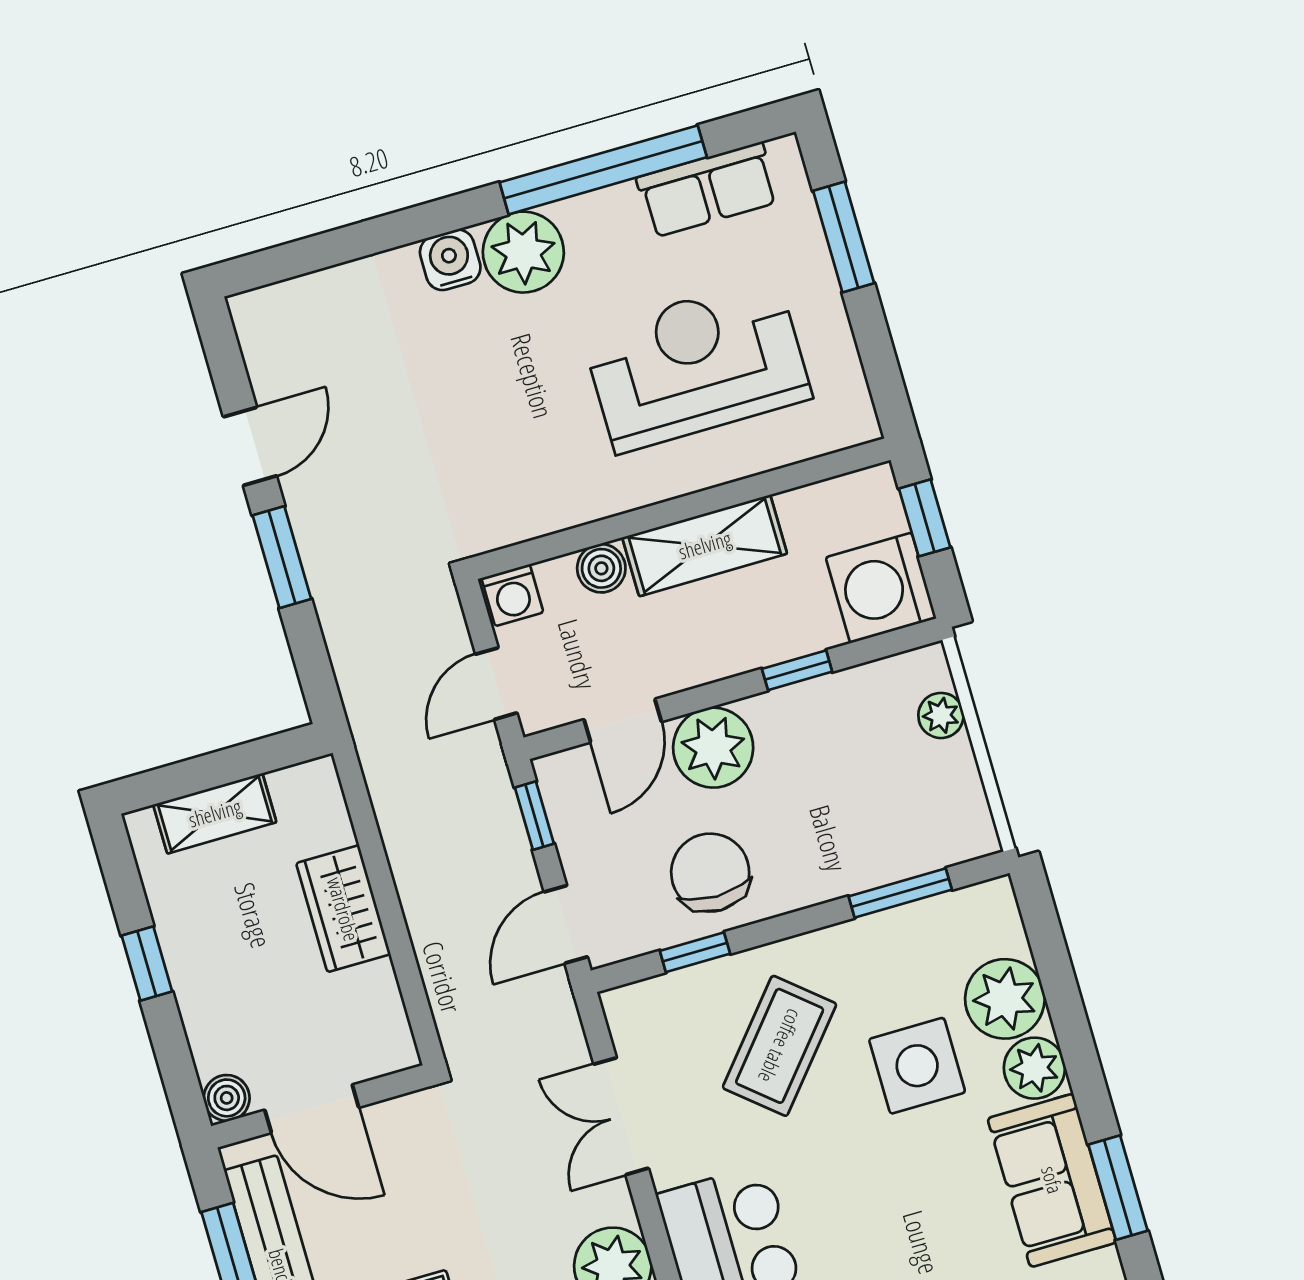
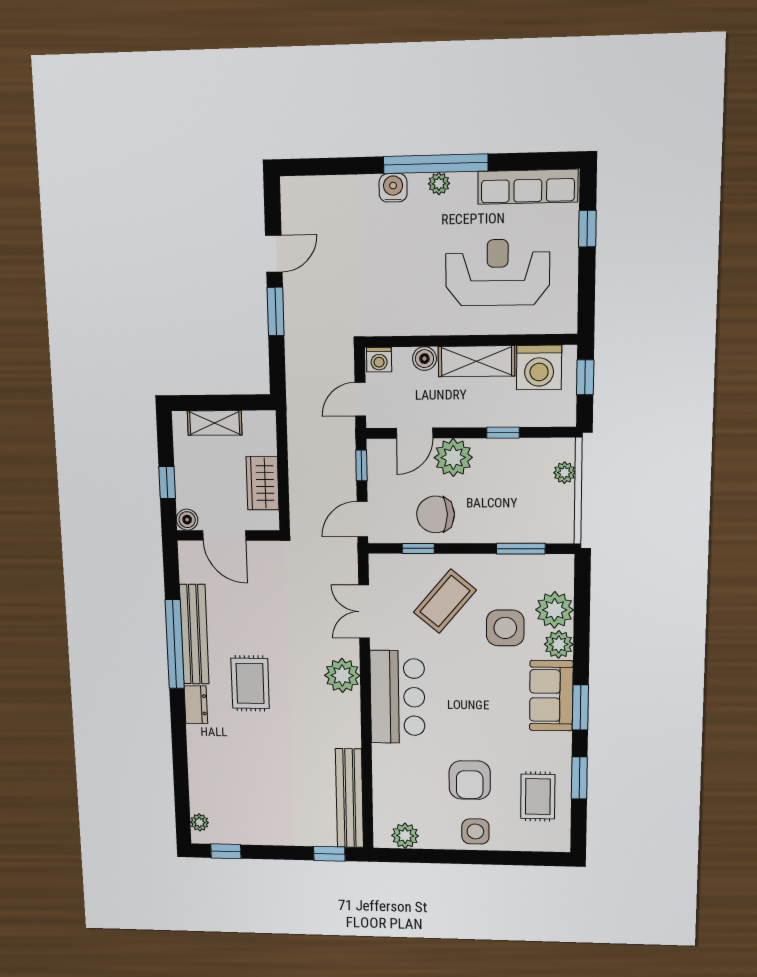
window: (603, 170) -> (436, 164), moved
row of seats: (708, 190) -> (528, 187), width x1.48
window: (844, 237) -> (587, 229), width x0.67
plant: (523, 252) -> (439, 184), width x0.53, depth x0.53
washing machine: (881, 588) -> (539, 368), moved, turned -90
chair: (710, 873) -> (436, 514), turned -90
boiler: (227, 1098) -> (187, 520), moved
wall: (320, 1106) -> (228, 535), moved
door: (312, 1109) -> (224, 535), moved

